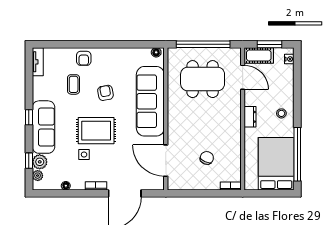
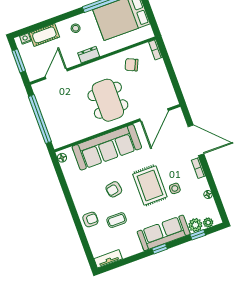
cot: (259, 55) -> (44, 35), moved, turned 90
dining table: (203, 79) -> (108, 100), moved
chair: (207, 158) -> (132, 65), moved

